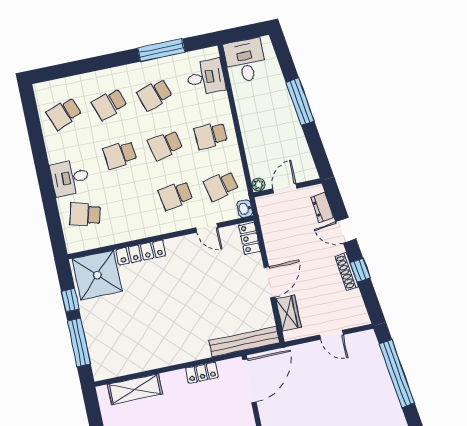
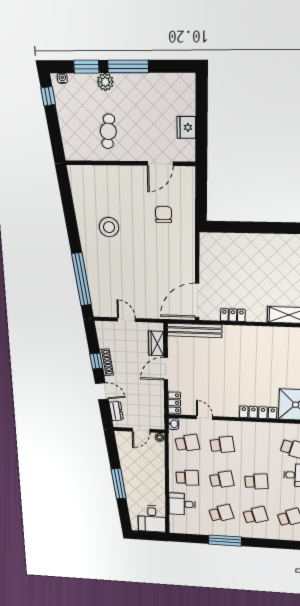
window: (161, 50) -> (225, 541), moved
desk: (206, 77) -> (182, 504), moved

